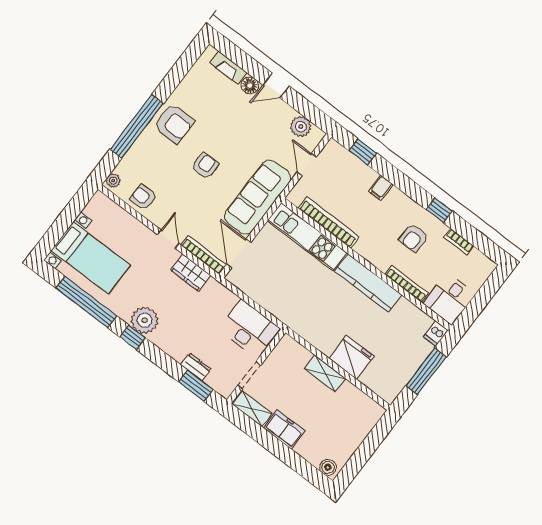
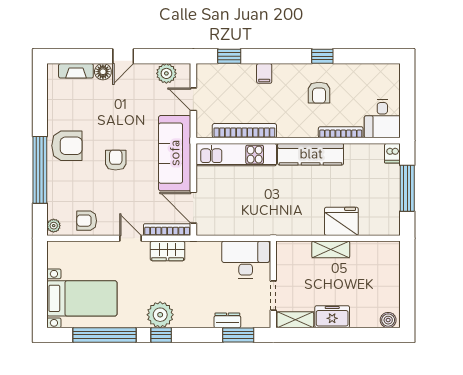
bookcase: (459, 242) -> (356, 69), removed

